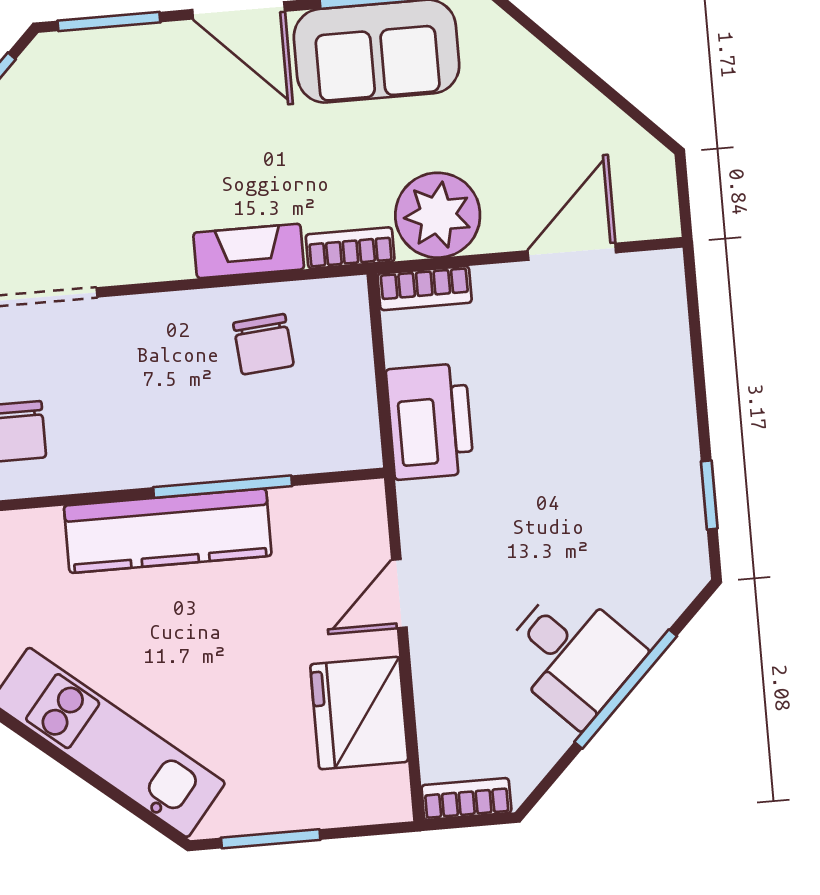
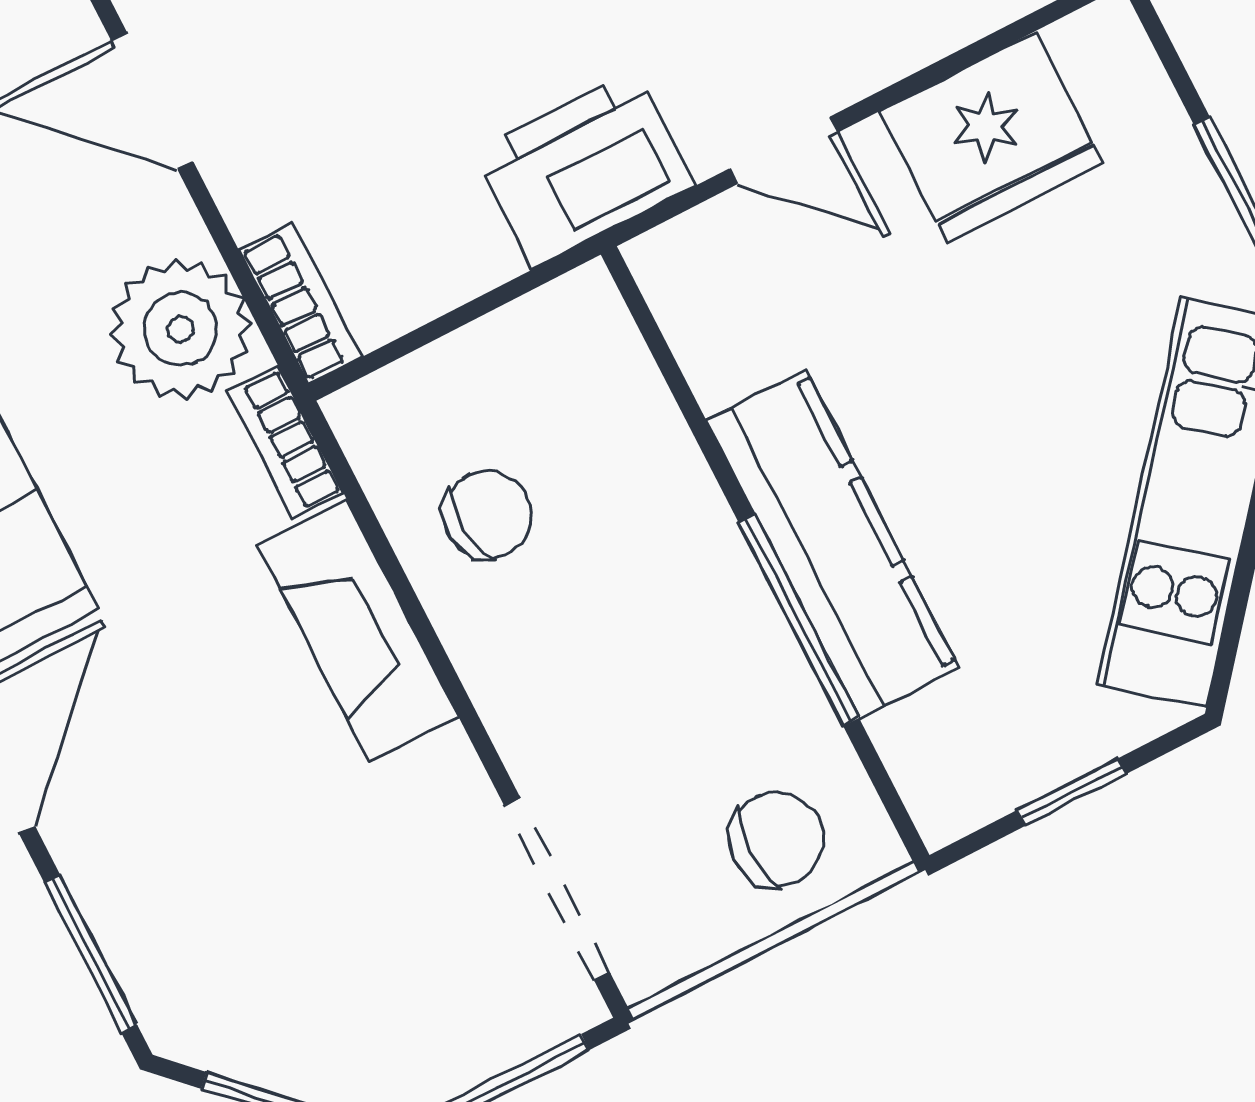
fireplace: (249, 251) -> (358, 631), width x1.37, depth x1.32
printer: (430, 421) -> (584, 169), moved
window: (223, 487) -> (799, 620), moved

